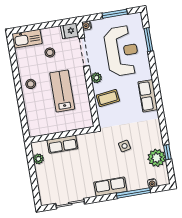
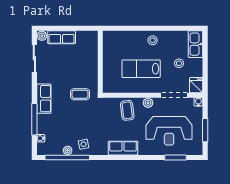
lab bench: (62, 91) -> (141, 69), turned 180
row of seats: (62, 144) -> (62, 37), moved, turned -90
side table: (125, 146) -> (84, 144), moved
coffee table: (99, 150) -> (80, 94), added
window: (167, 152) -> (67, 157), width x3.17
plant: (157, 158) -> (68, 150), width x0.53, depth x0.53
plant: (38, 159) -> (42, 36), moved

